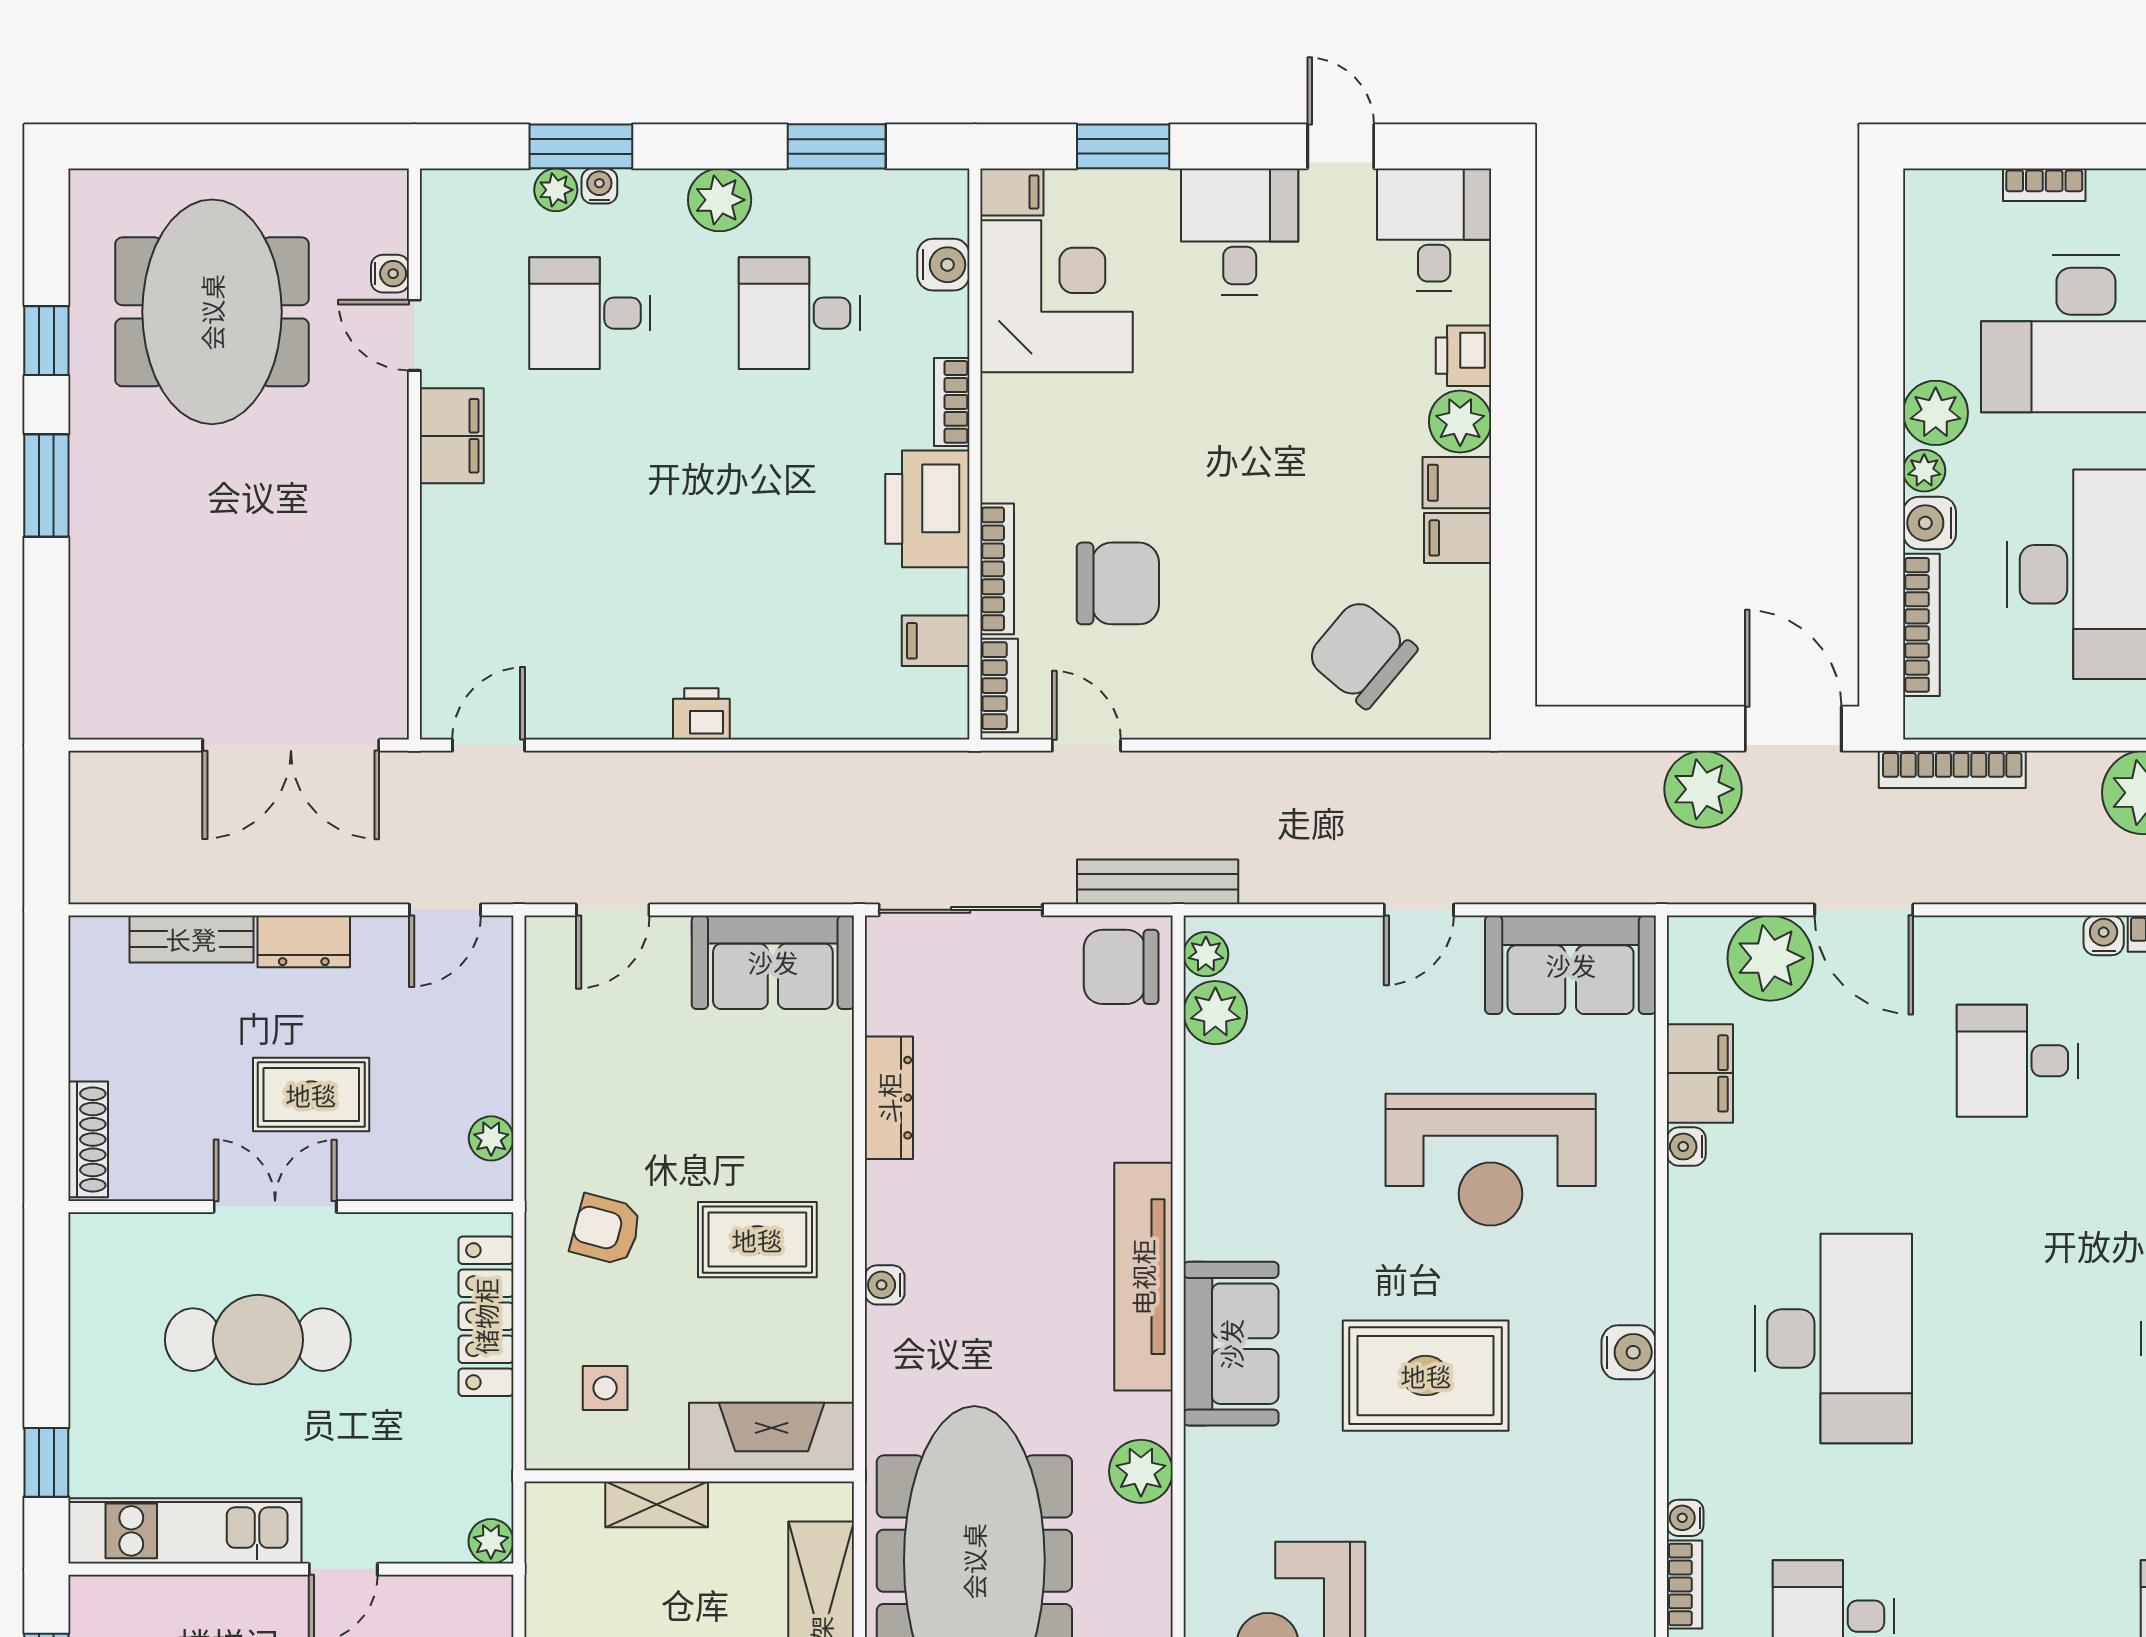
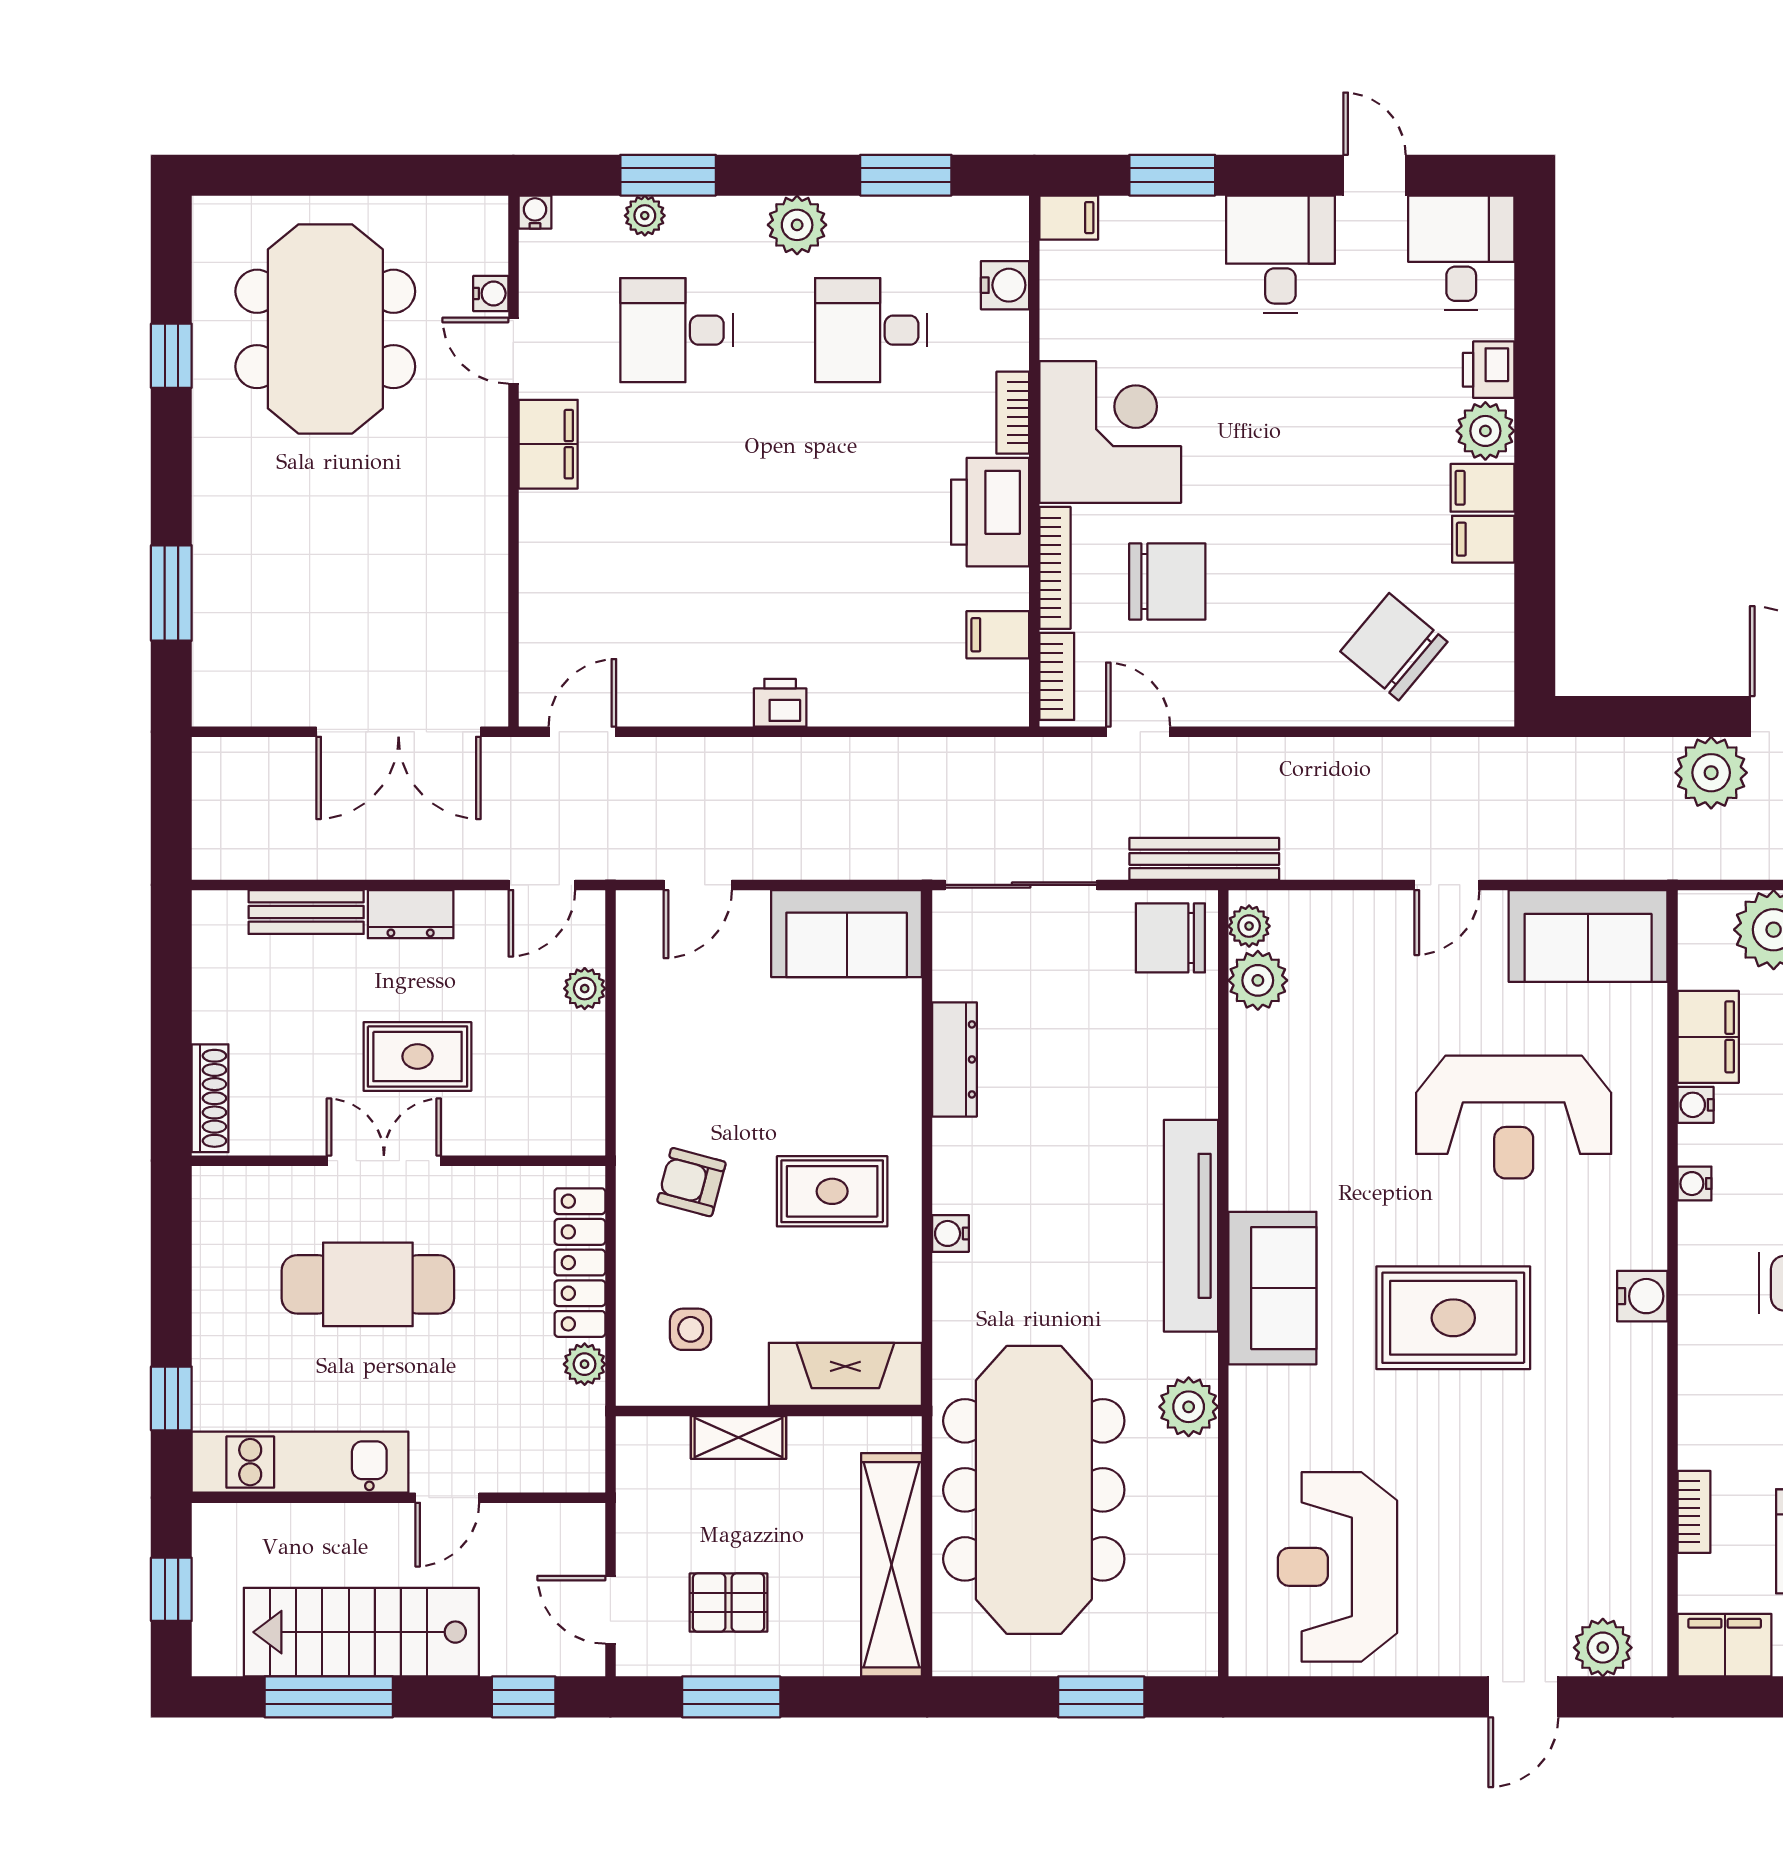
water cooler: (599, 186) -> (535, 212), moved
corner desk: (1056, 296) -> (1110, 432), moved
window: (46, 485) -> (171, 593), moved
plant: (491, 1138) -> (585, 989), moved
water cooler: (1685, 1518) -> (1695, 1184), moved
plant: (491, 1541) -> (585, 1364), moved

